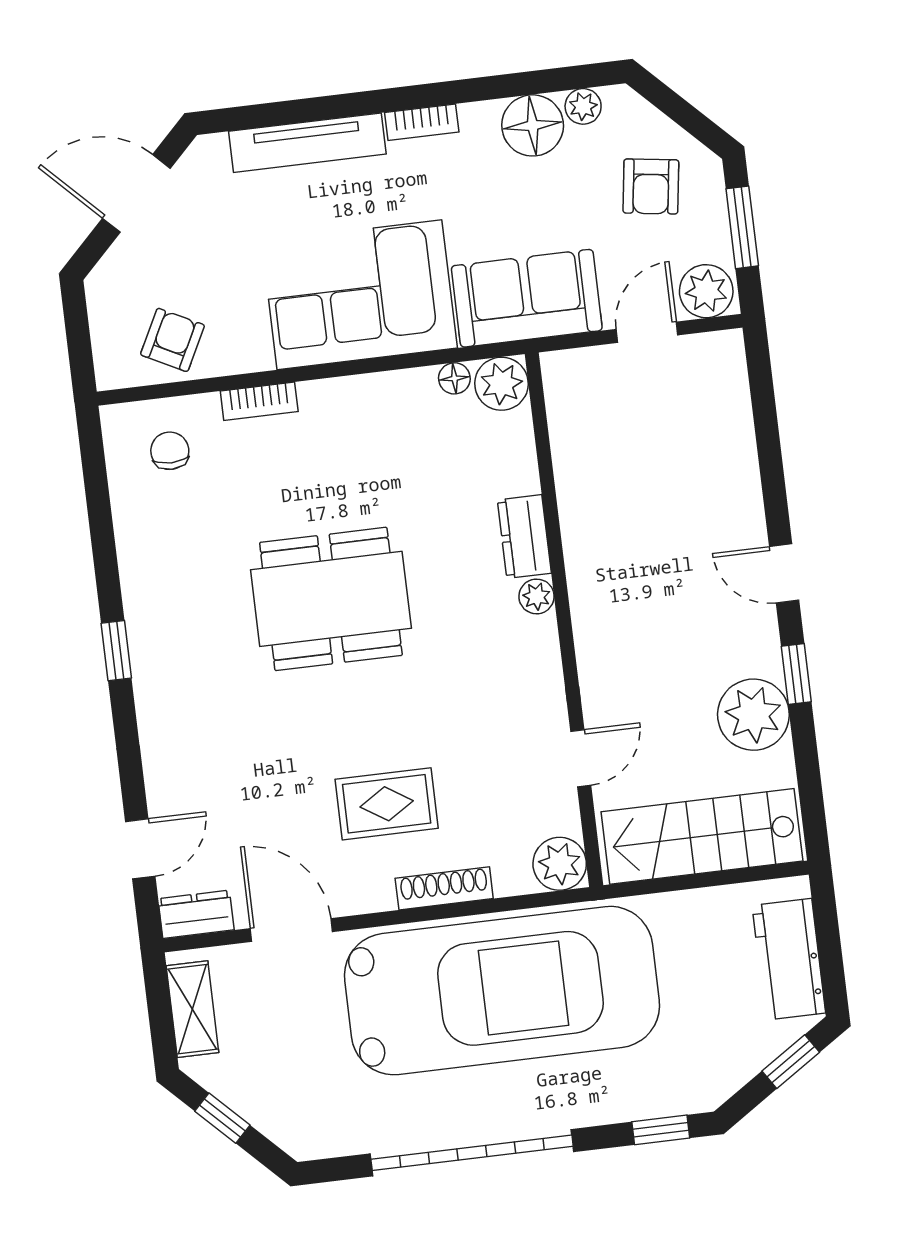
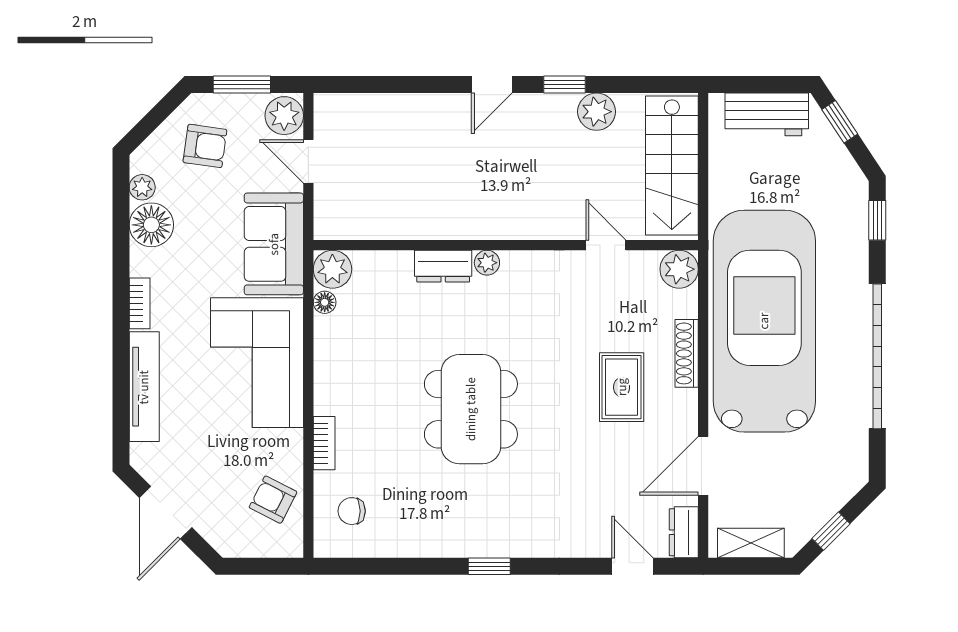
plant: (753, 715) -> (597, 112), width x0.73, depth x0.73

